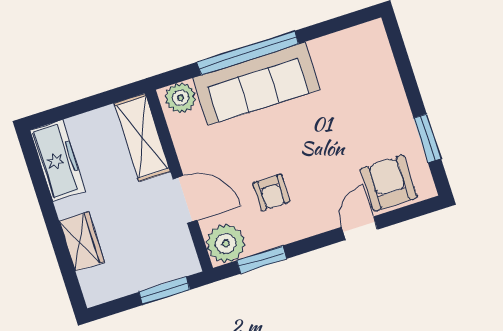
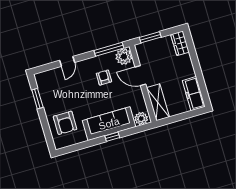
window: (248, 53) -> (112, 137), width x0.32
armchair: (389, 183) -> (65, 123), moved
wardrobe: (82, 241) -> (180, 43), moved
window: (262, 260) -> (109, 49), width x1.44

